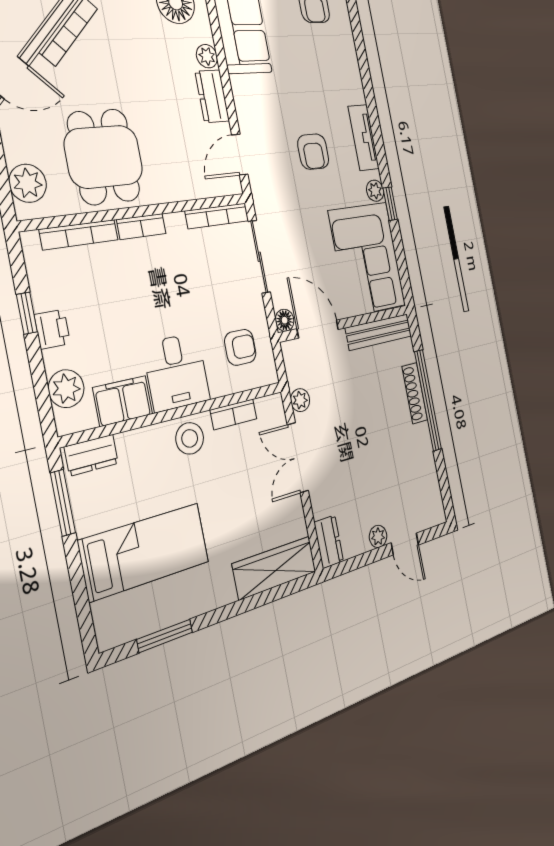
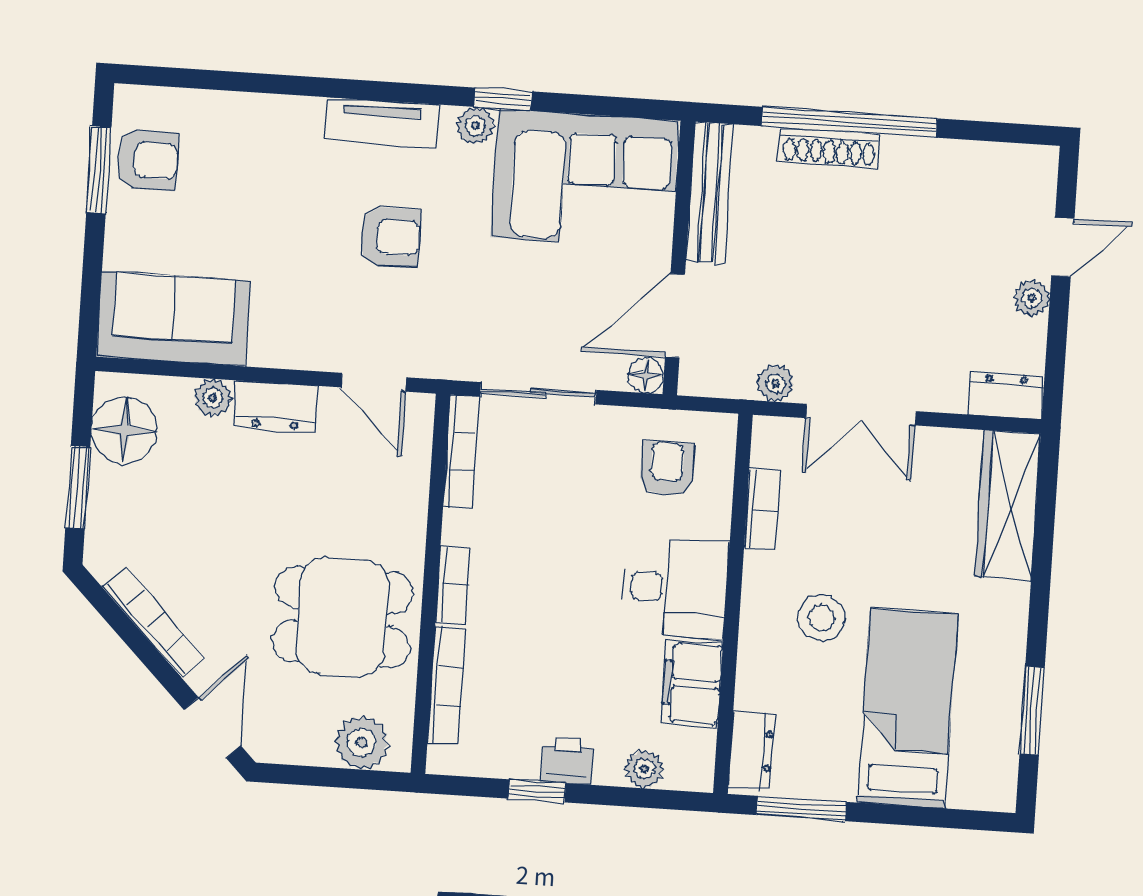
plant: (66, 389) -> (644, 769), width x0.73, depth x0.73
stool: (190, 438) -> (822, 618), moved

